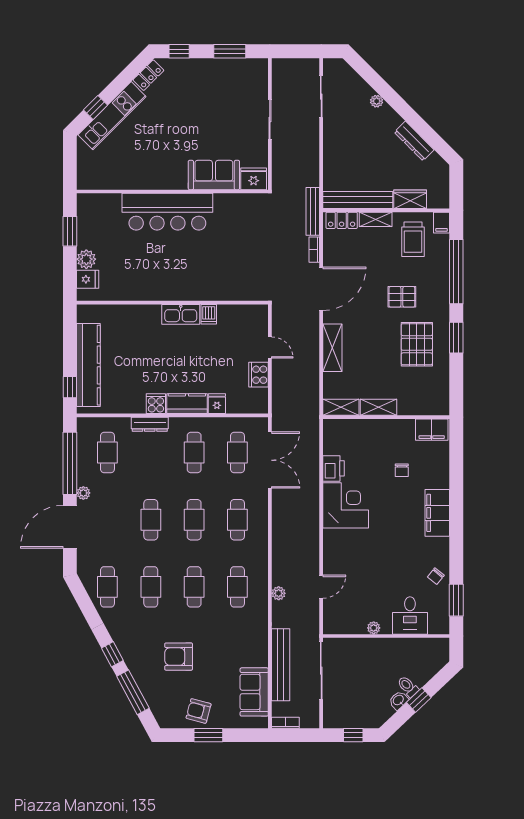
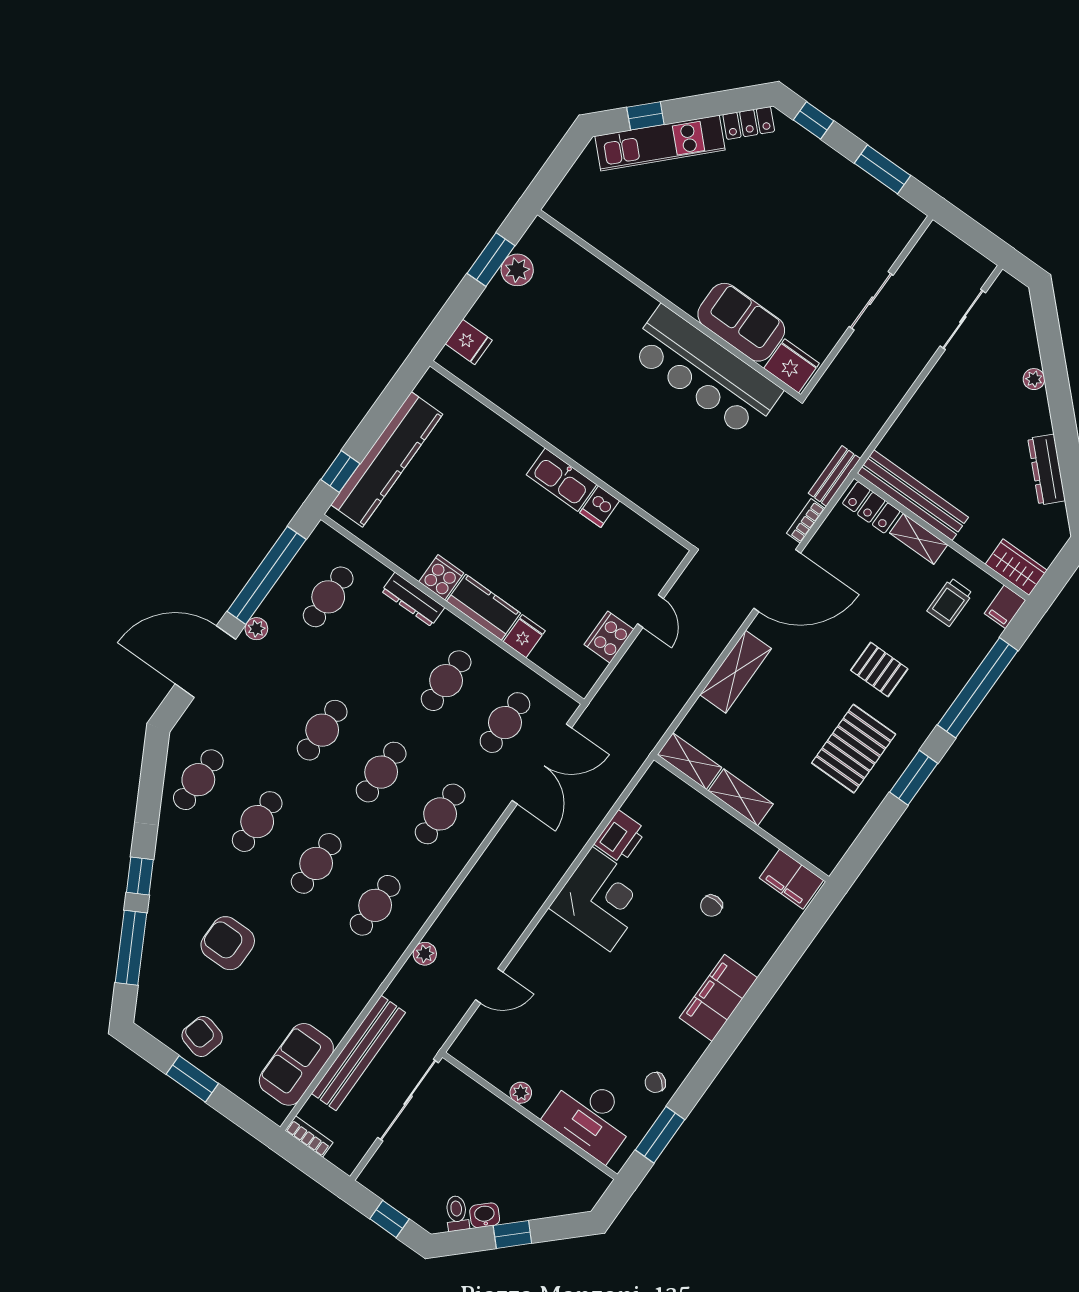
wardrobe: (410, 199) -> (1016, 567), moved
bench: (313, 211) -> (834, 476), width x0.73
bar counter: (167, 212) -> (705, 372), moved
trolley: (413, 239) -> (950, 602), width x0.73, depth x0.72
plant: (86, 259) -> (517, 270), moved
desk: (410, 615) -> (591, 1117), width x1.37
toilet: (408, 687) -> (457, 1213), moved

